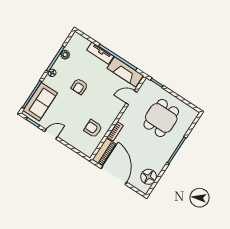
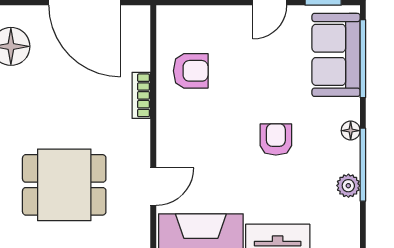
dining table: (161, 118) -> (64, 185), turned 90
piano: (104, 152) -> (136, 38), removed

